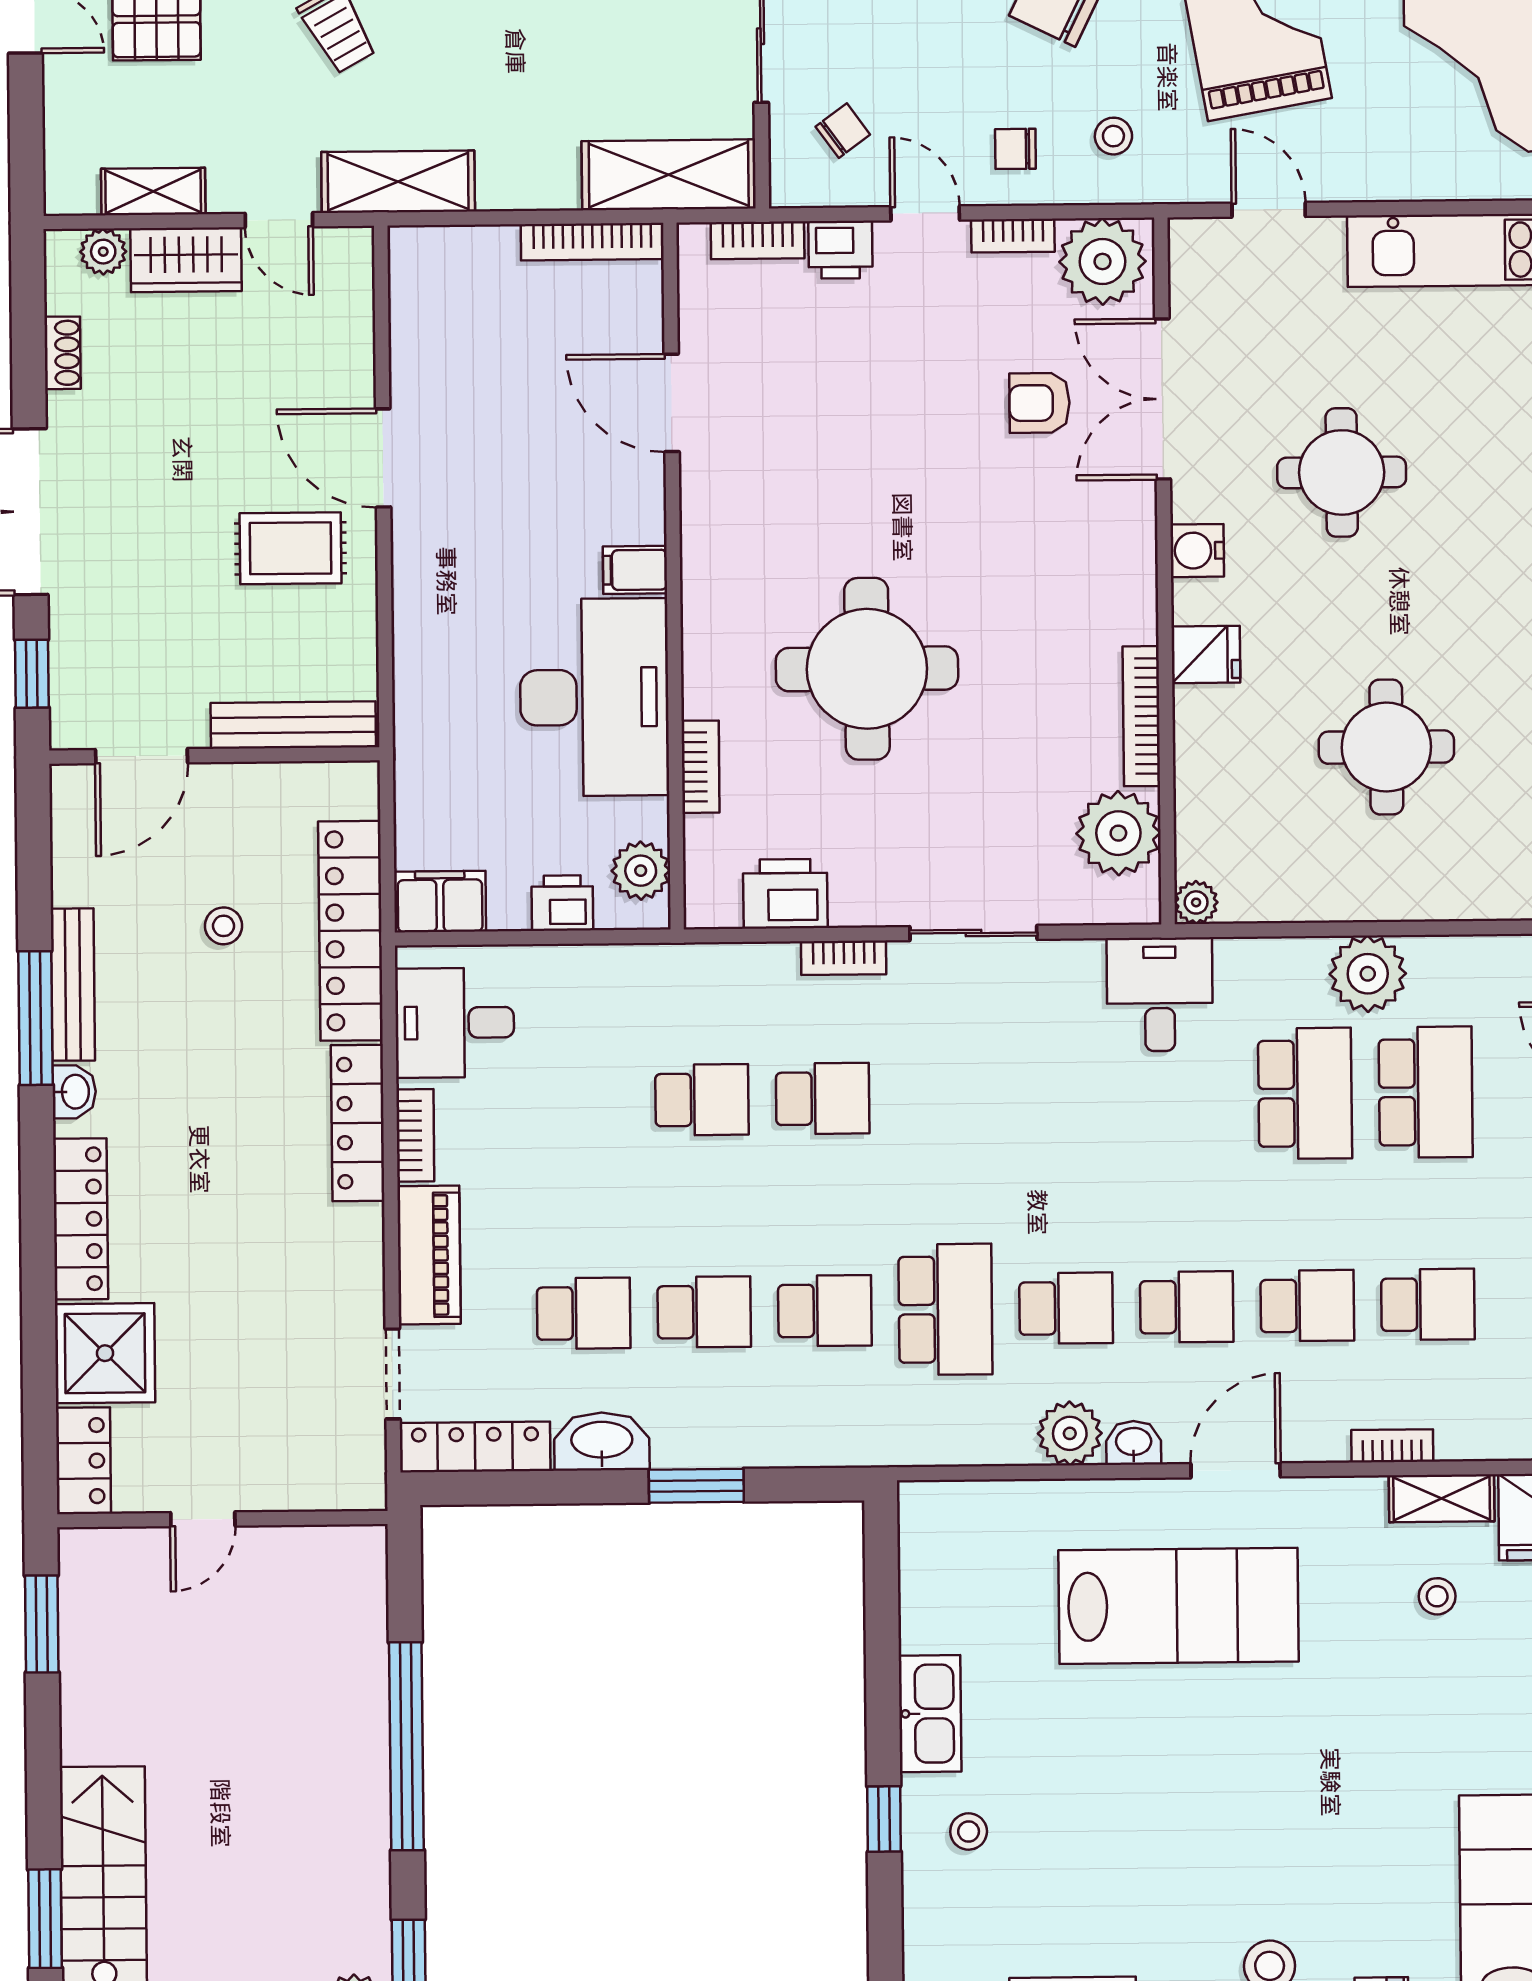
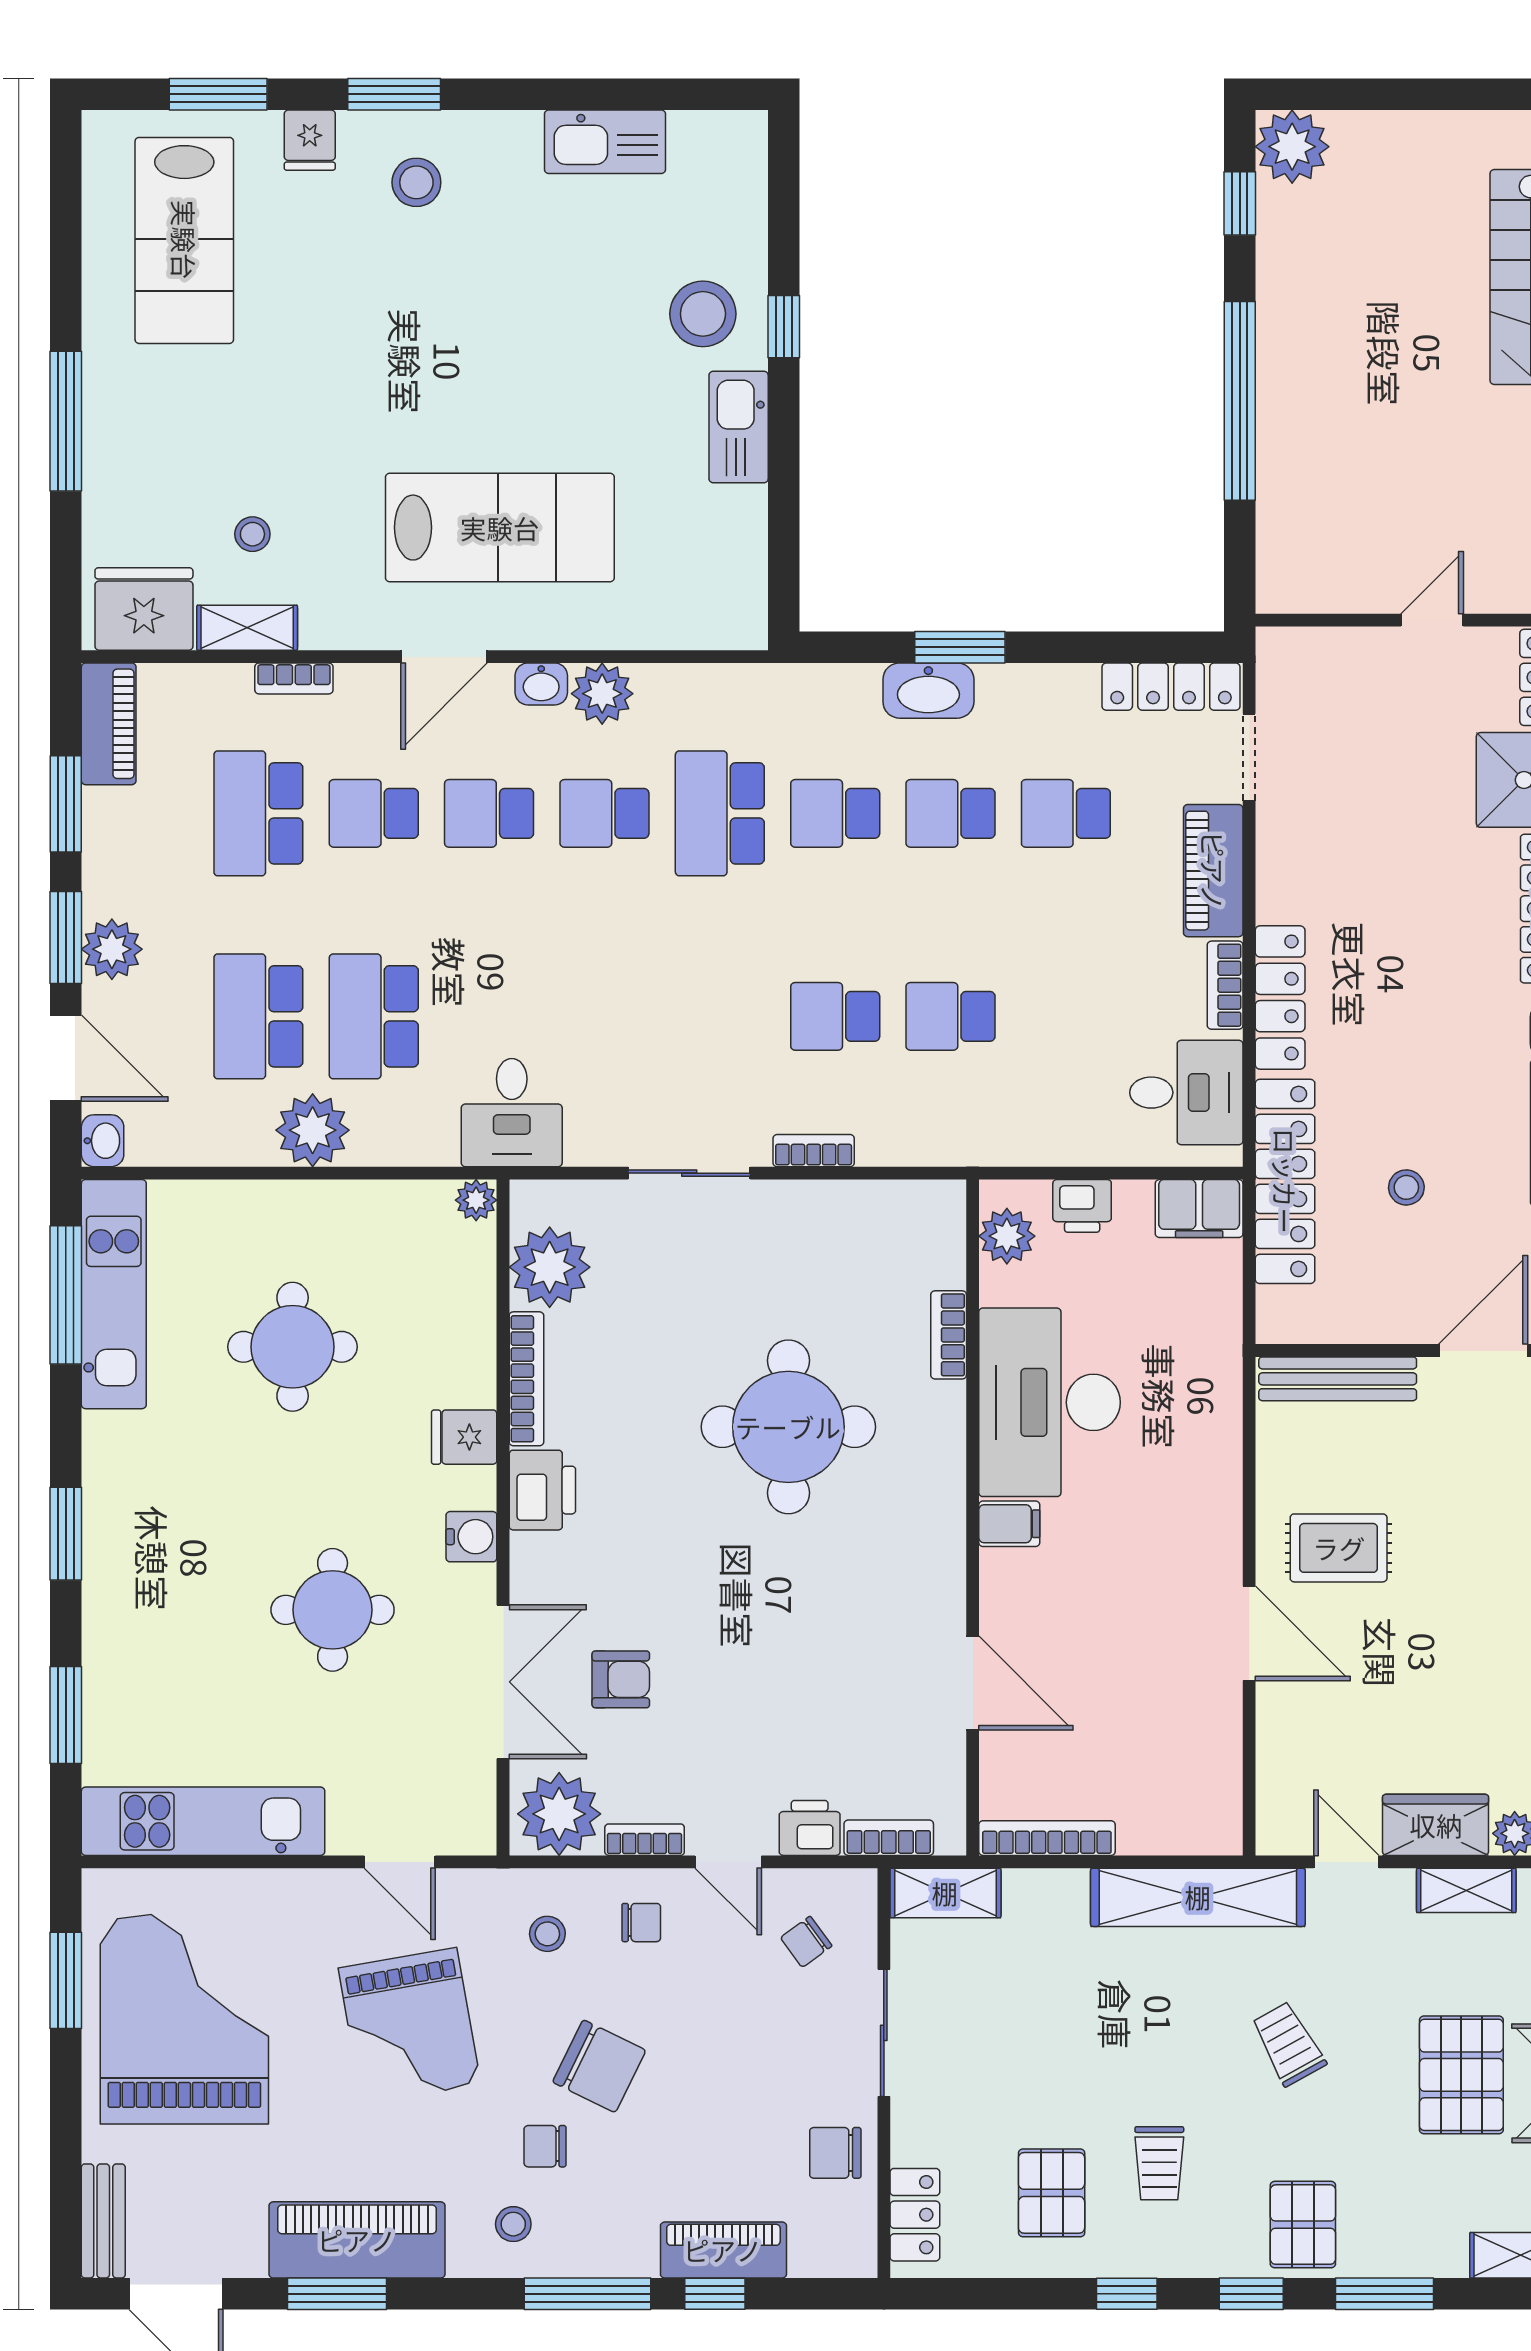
shelving: (669, 175) -> (945, 1893), width x0.67, depth x0.75
shelving: (398, 182) -> (1198, 1897), width x1.47
printer: (785, 894) -> (542, 1490), moved, turned -90
school desk: (1428, 1304) -> (258, 813), width x1.85
washbasin: (602, 1441) -> (928, 691), moved
lab bench: (1179, 1606) -> (500, 528), turned 180
stool: (969, 1831) -> (703, 314), width x1.89, depth x1.89

